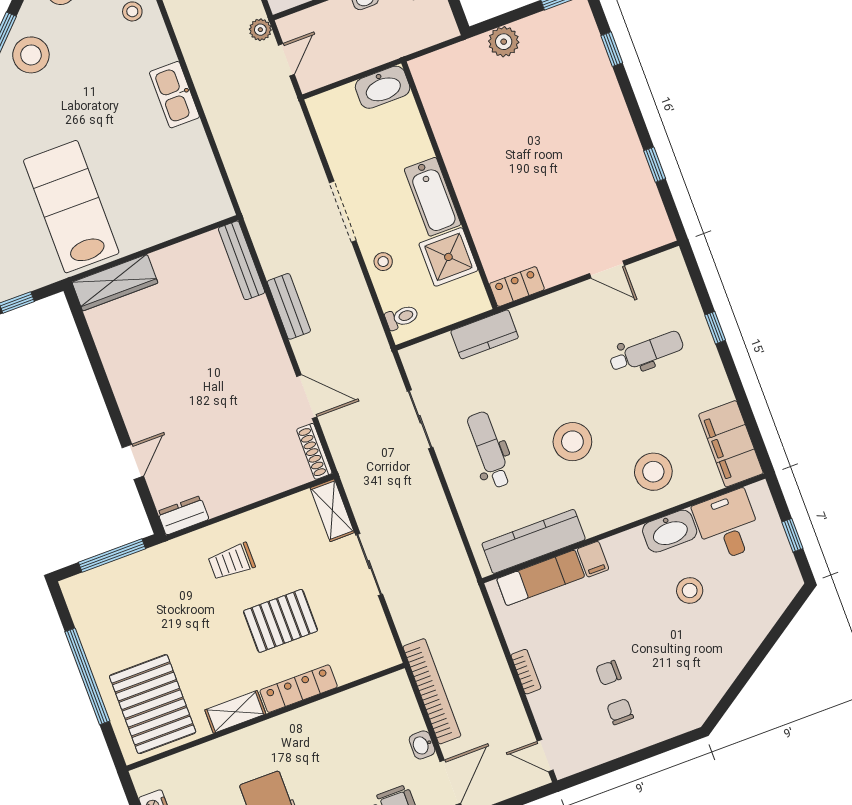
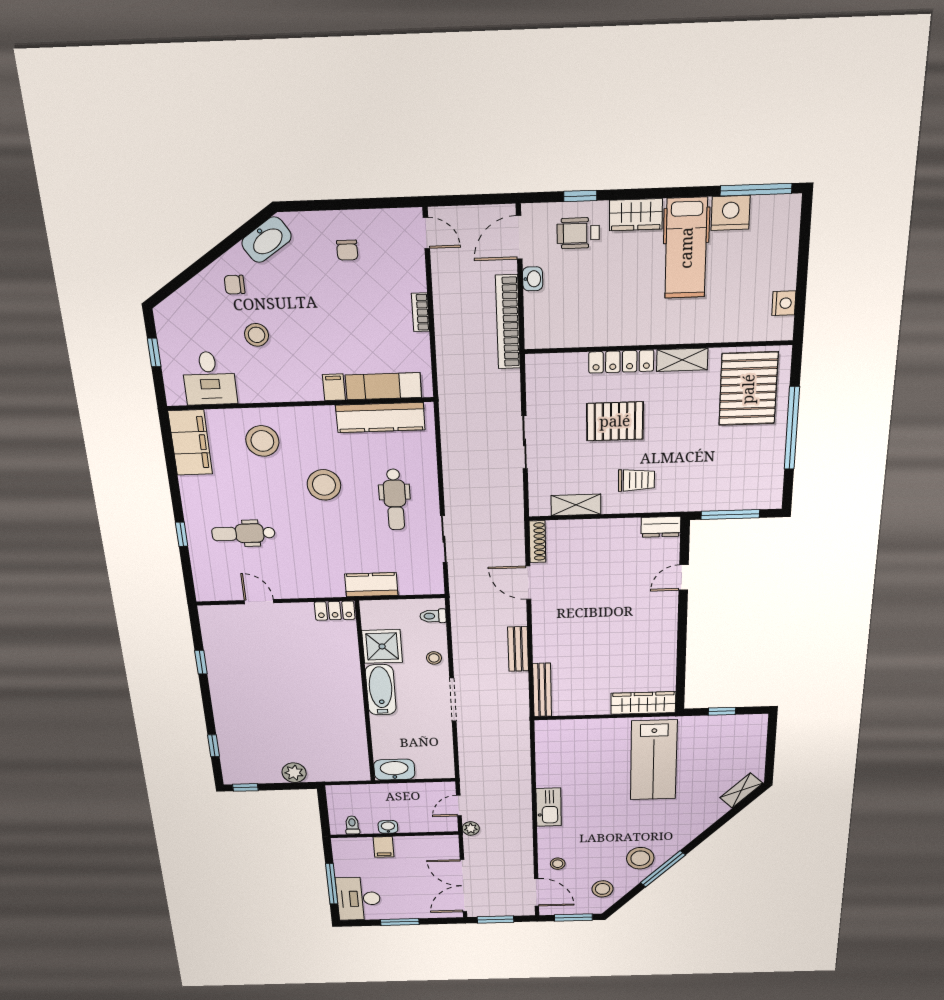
shelving: (332, 510) -> (576, 505), moved, turned 90
washbasin: (670, 531) -> (267, 240), moved, turned 146
chair: (608, 673) -> (235, 285), moved, turned 180

